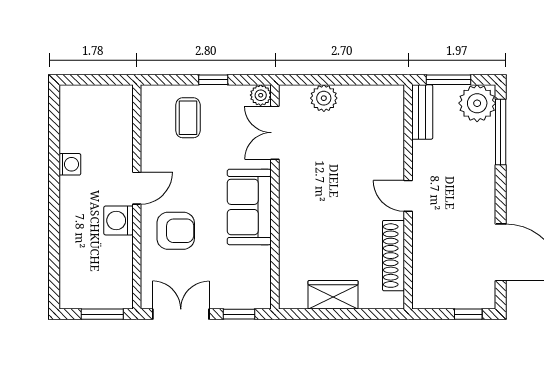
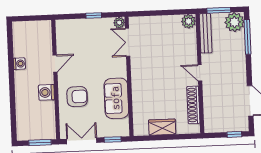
plant: (324, 98) -> (189, 21), moved
bench: (422, 112) -> (206, 33), width x1.36
coffee table: (188, 118) -> (81, 36), removed
door: (137, 188) -> (55, 63), moved
sofa: (249, 207) -> (116, 98), moved

